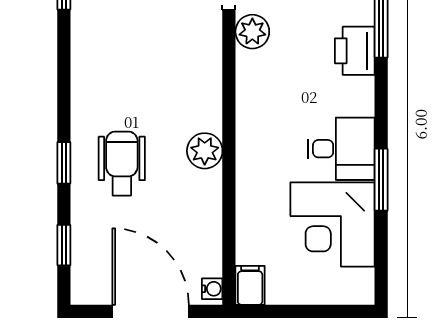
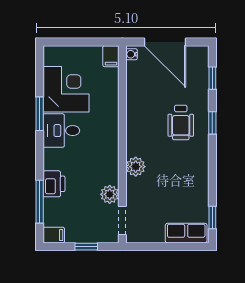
plant: (205, 151) -> (136, 167), moved

